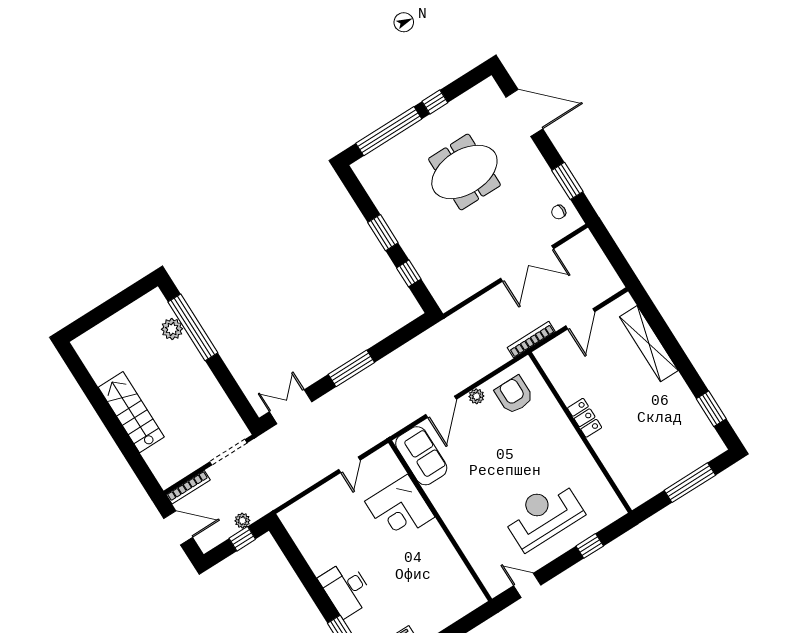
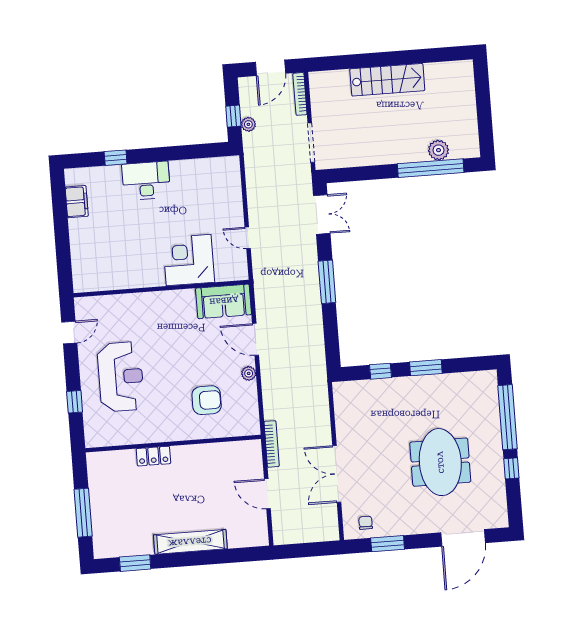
shelving: (649, 344) -> (190, 542), moved
armchair: (514, 395) -> (207, 400), moved
locker: (585, 418) -> (153, 456), moved

